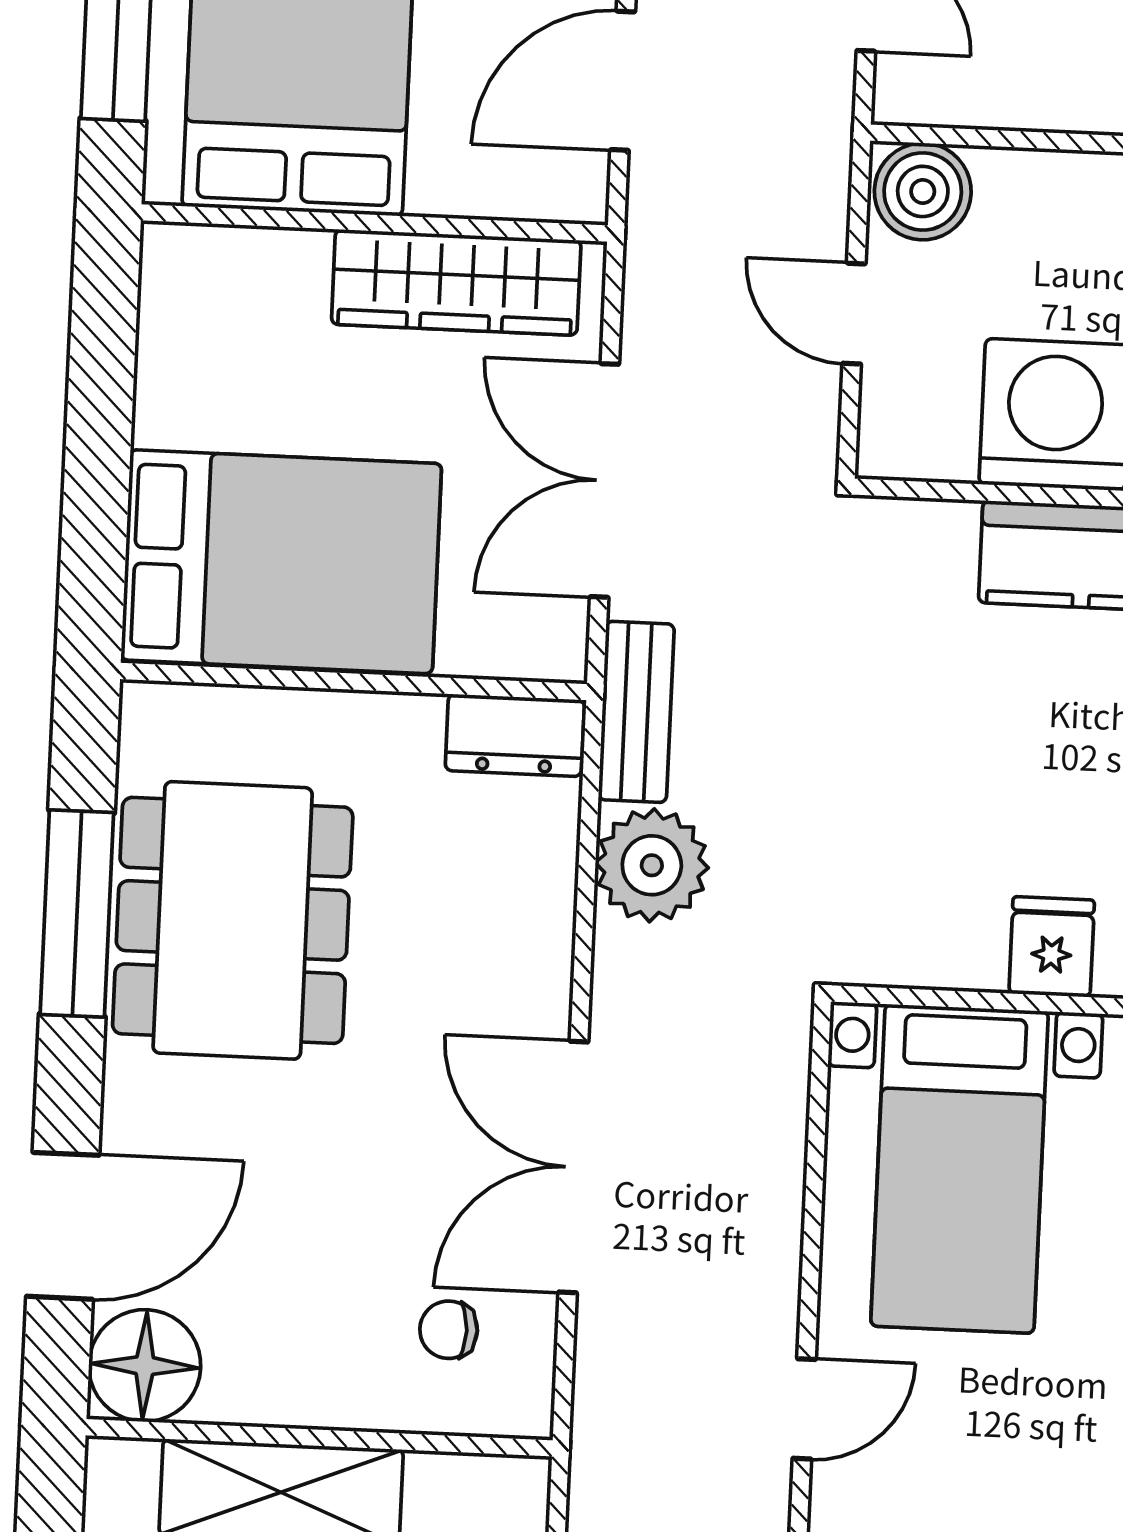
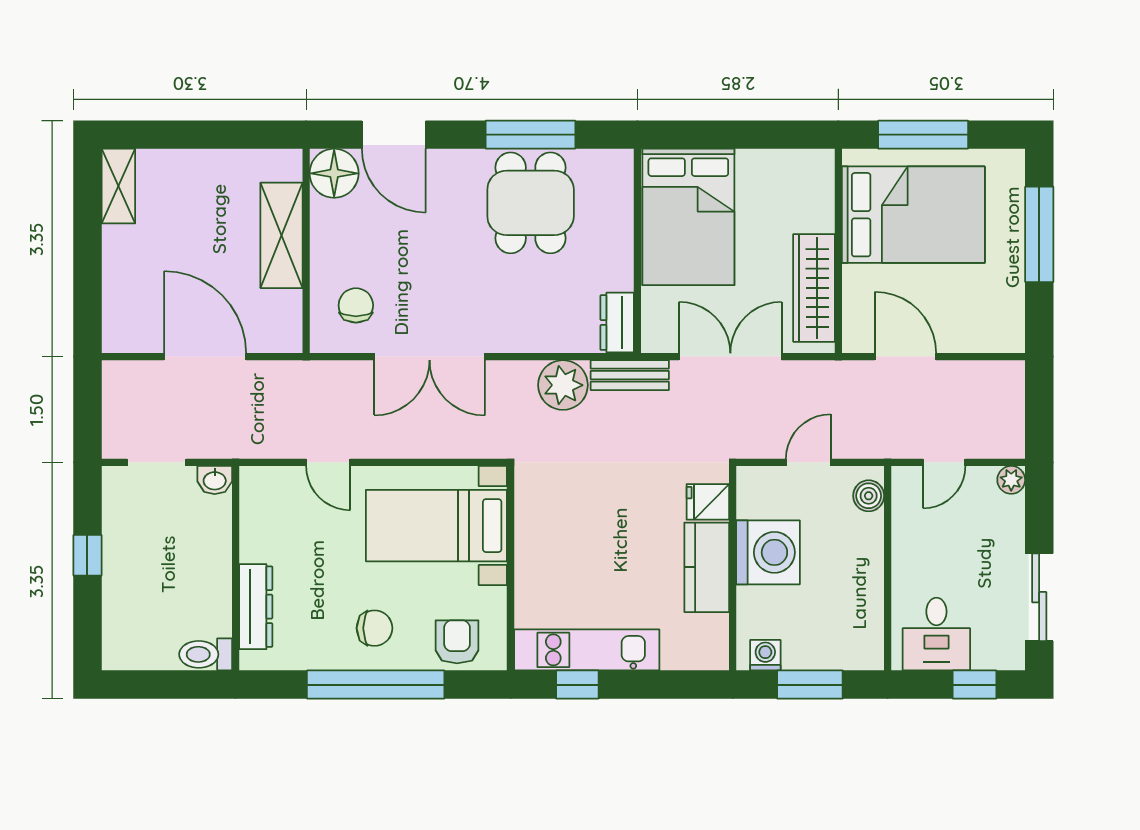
boiler: (923, 191) -> (869, 496), width x0.73, depth x0.73
dining table: (233, 920) -> (531, 203), width x0.73
fridge: (1052, 947) -> (708, 502), moved, turned 180
double door: (573, 1167) -> (430, 357), swing flipped
chair: (449, 1330) -> (356, 305), width x1.37, depth x1.37

